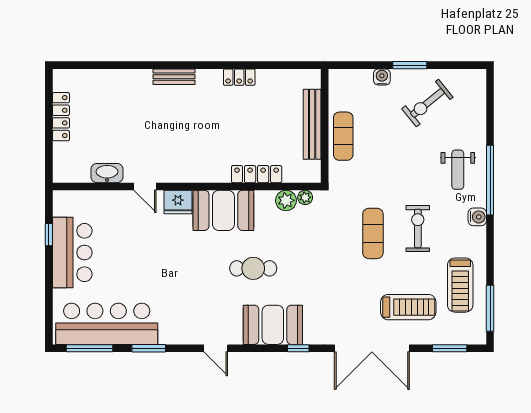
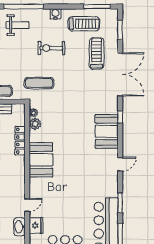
fridge: (178, 202) -> (36, 225), moved
water cooler: (477, 217) -> (55, 14), moved
exercise mat: (373, 233) -> (39, 83), moved
cafe table: (253, 268) -> (74, 143), removed

